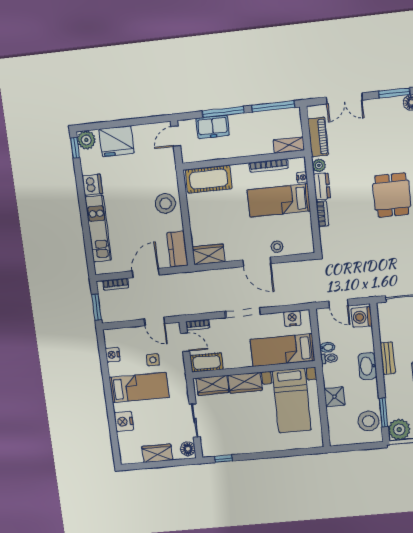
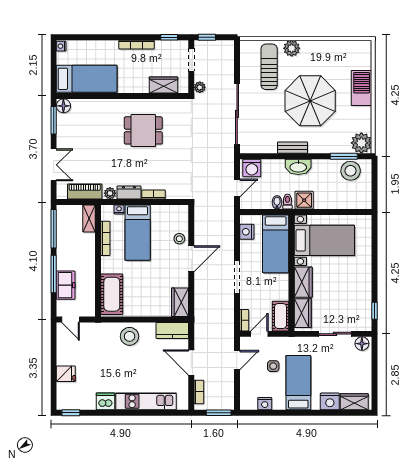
plant: (86, 140) -> (65, 401), removed
fridge: (117, 141) -> (66, 374), width x0.53, depth x0.75
shower: (334, 397) -> (304, 200), moved
wardrobe: (157, 453) -> (354, 402), moved, turned 90

